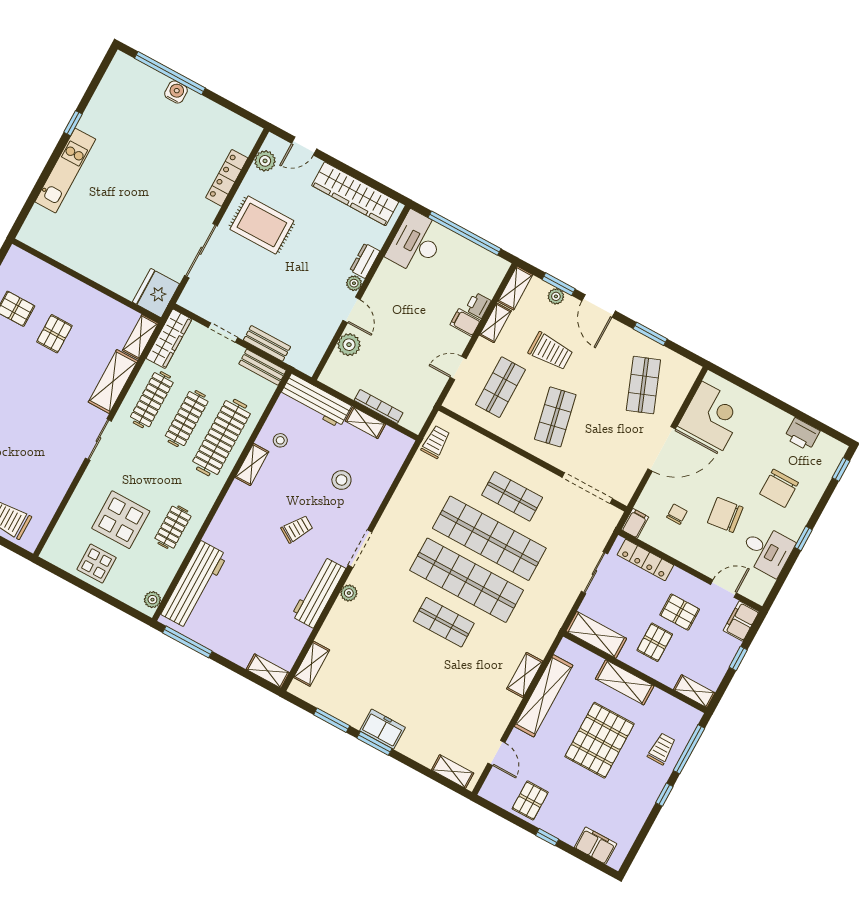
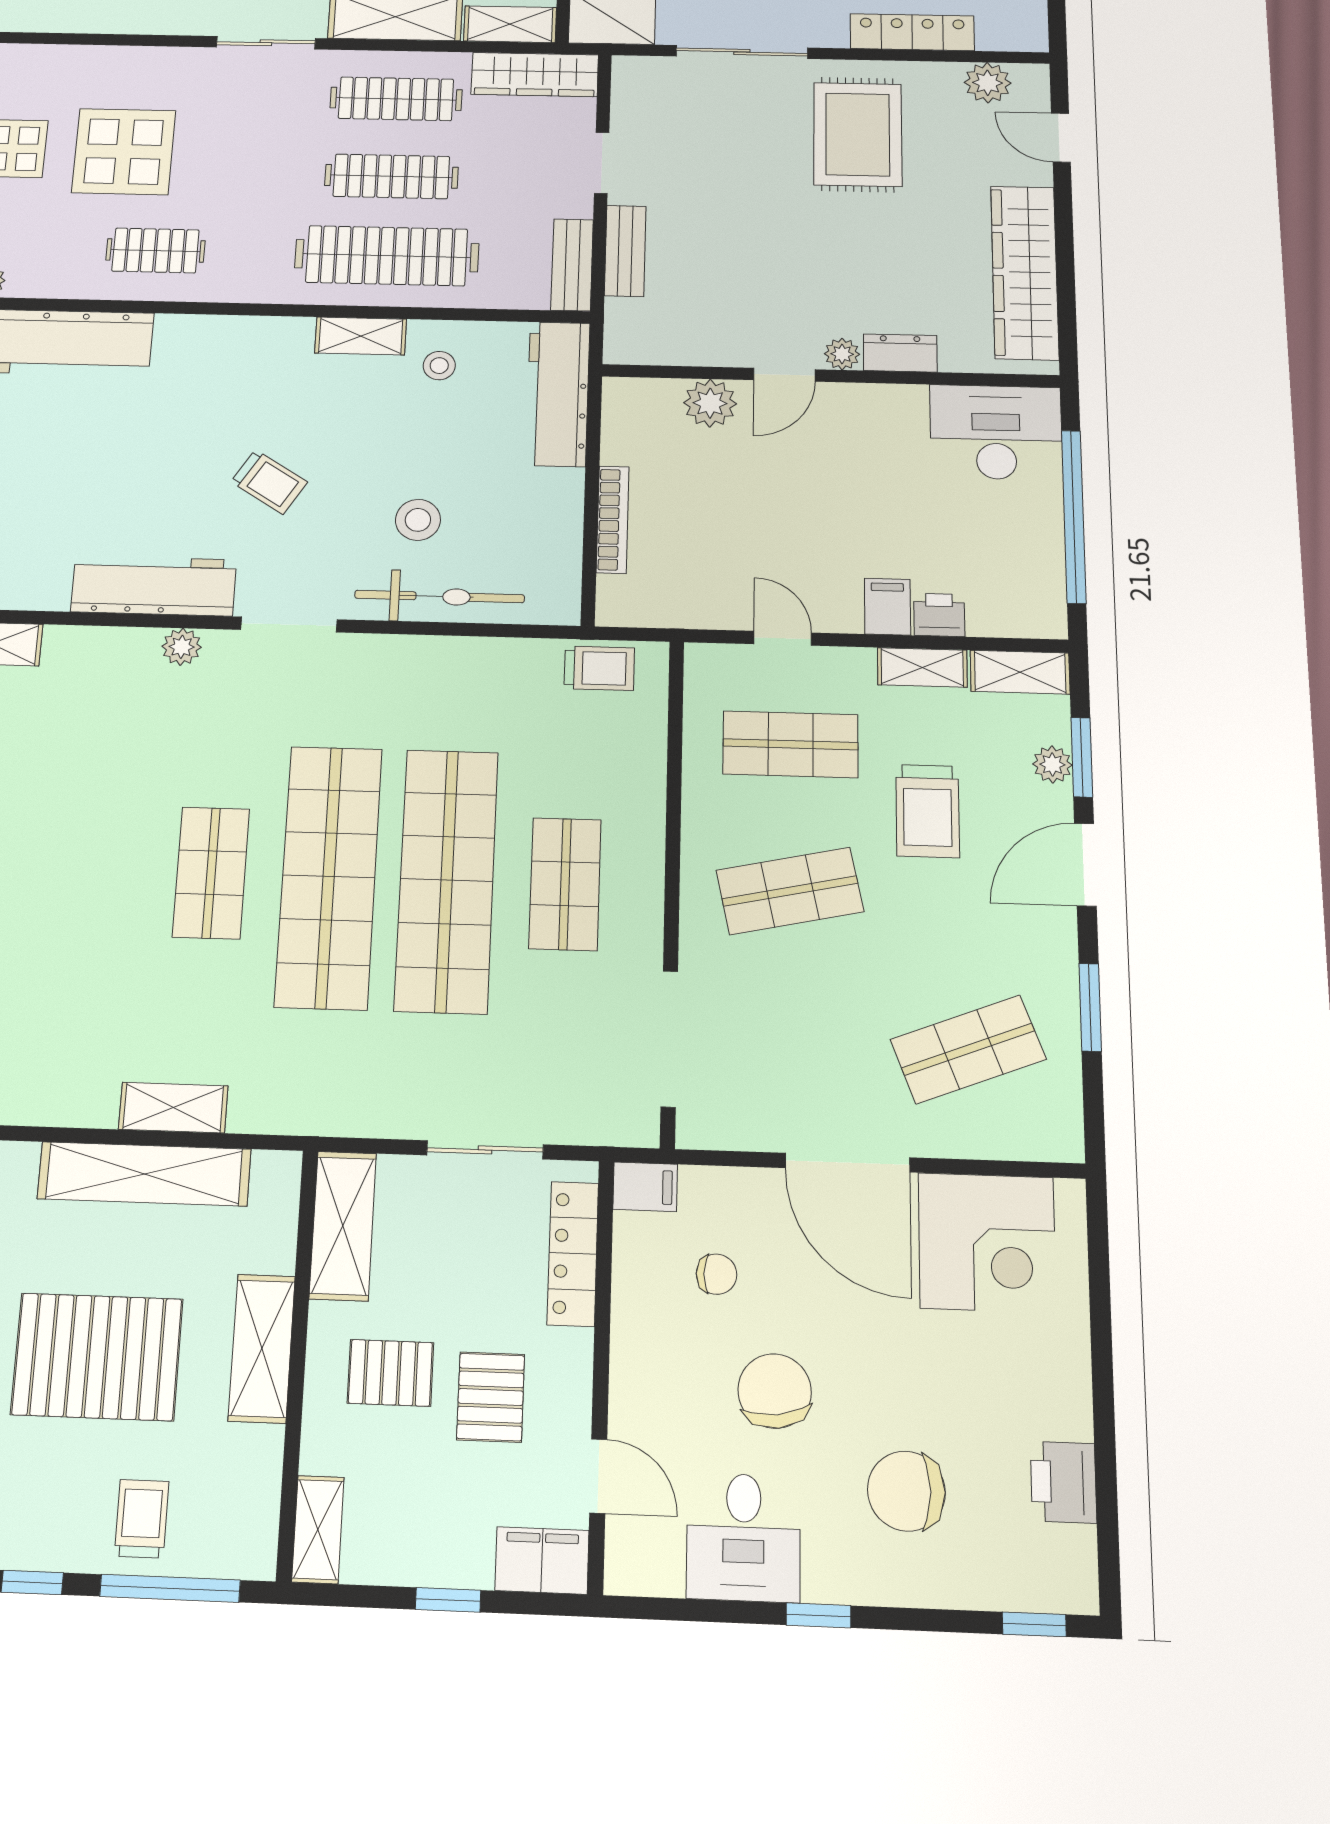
shelving: (365, 423) -> (564, 510), removed
bicycle: (377, 487) -> (440, 597), added
trolley: (662, 749) -> (142, 1519), turned -90

